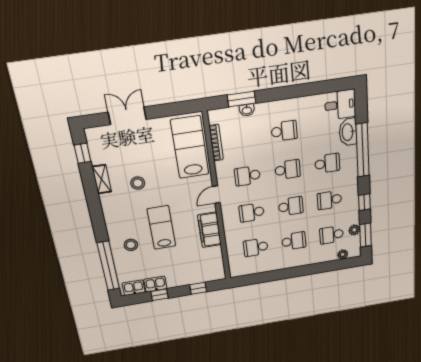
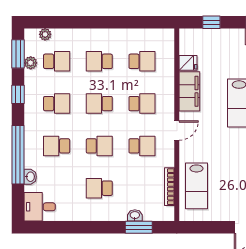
washbasin: (348, 132) -> (30, 177), width x0.52, depth x0.69
lab bench: (190, 147) -> (197, 186), width x0.73, depth x0.72
school desk: (288, 170) -> (99, 146), turned 180
fridge: (214, 253) -> (188, 63), added

